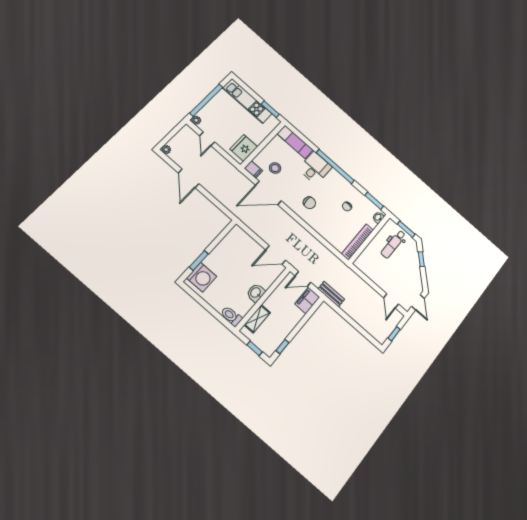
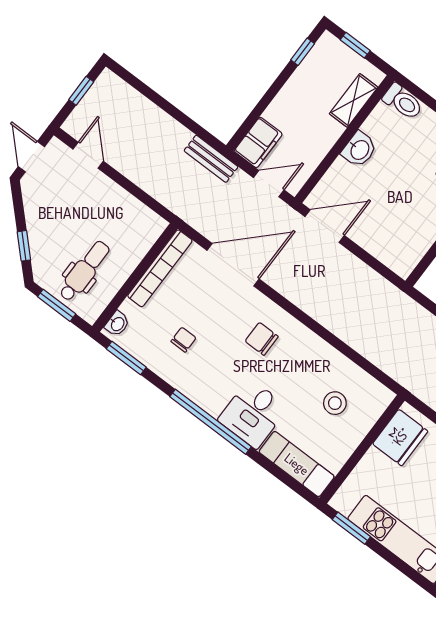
filing cabinet: (253, 169) -> (378, 395), removed
door: (268, 193) -> (233, 265), moved

